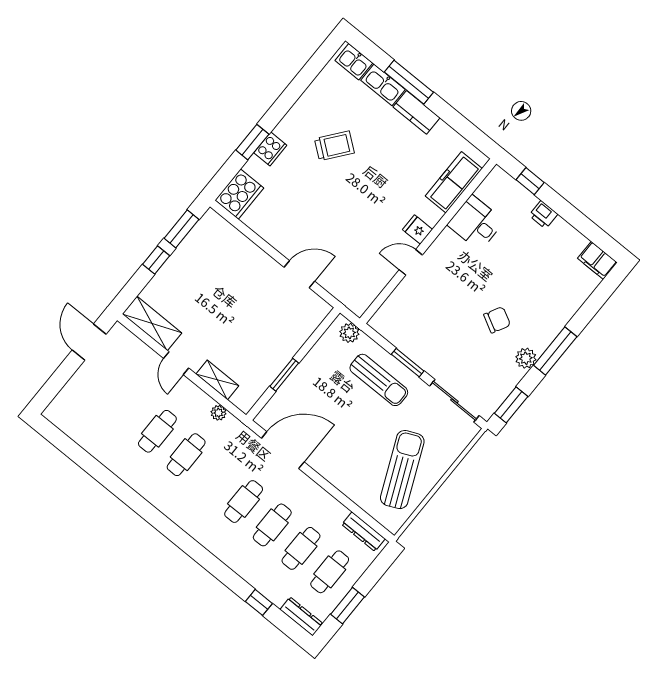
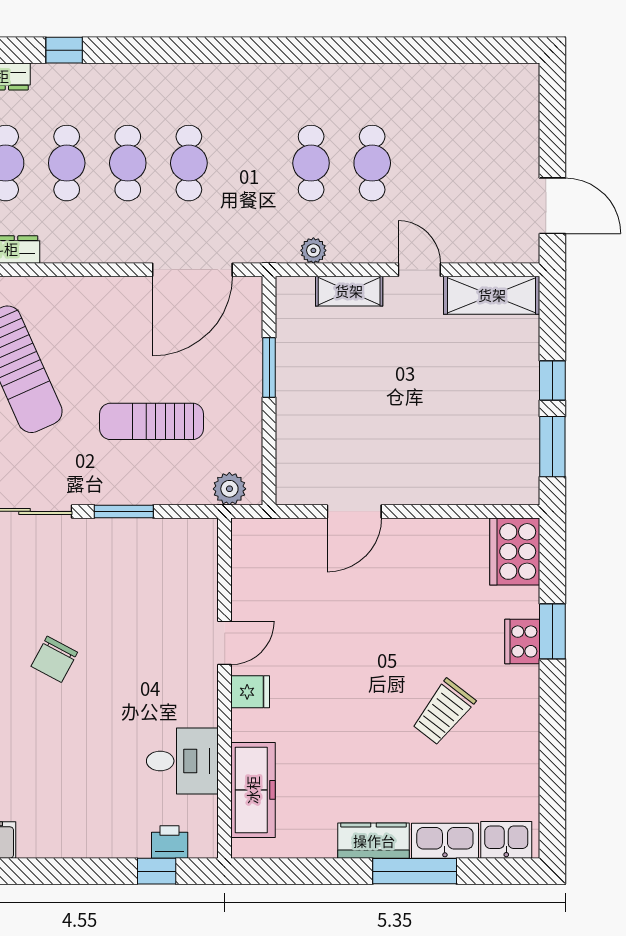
printer: (543, 215) -> (170, 842), moved
sun lounger: (379, 380) -> (152, 421), moved

